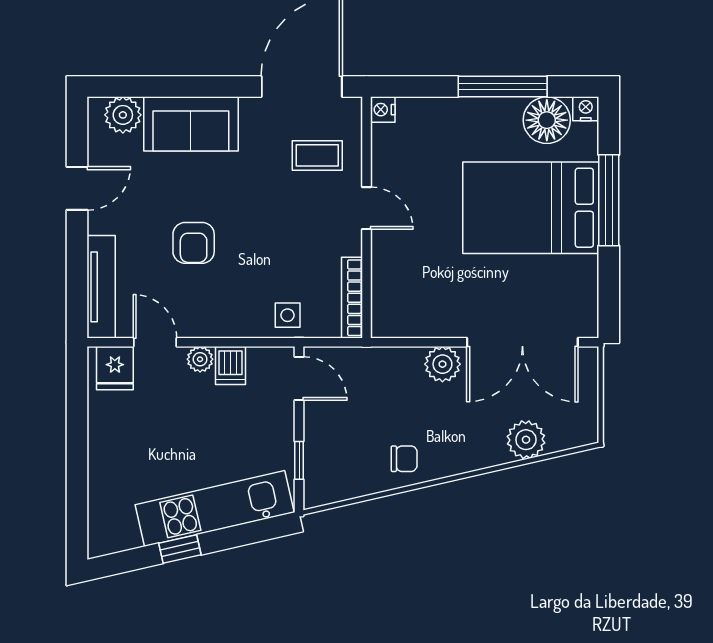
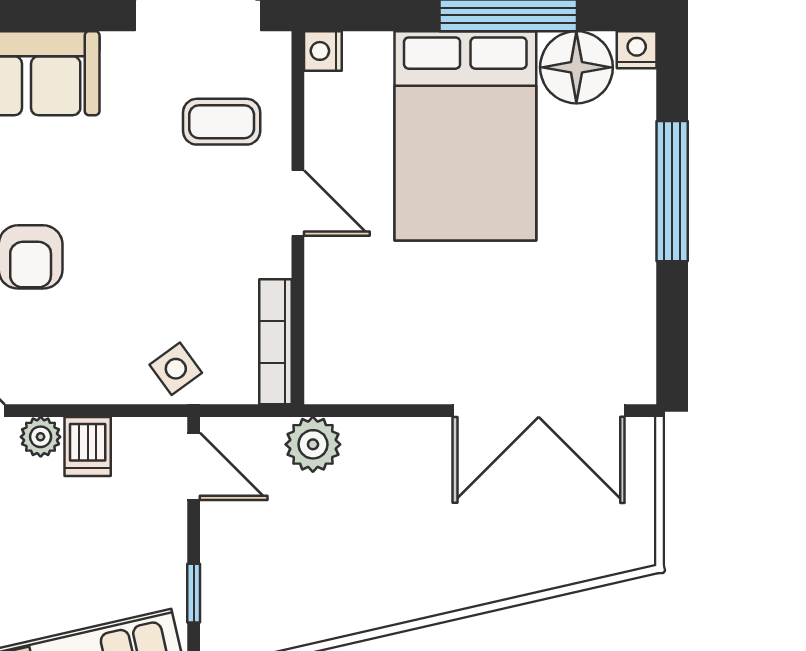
bed: (531, 208) -> (465, 136), moved, turned -90
side table: (288, 315) -> (176, 369), turned -36
plant: (442, 364) -> (313, 444), moved
plant: (526, 440) -> (544, 561), removed
chair: (404, 459) -> (356, 591), removed

